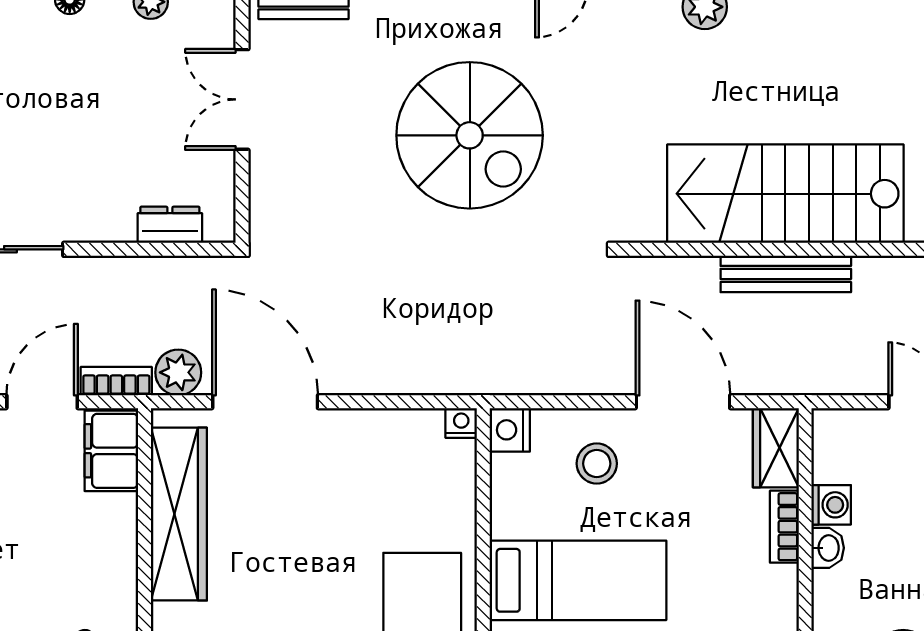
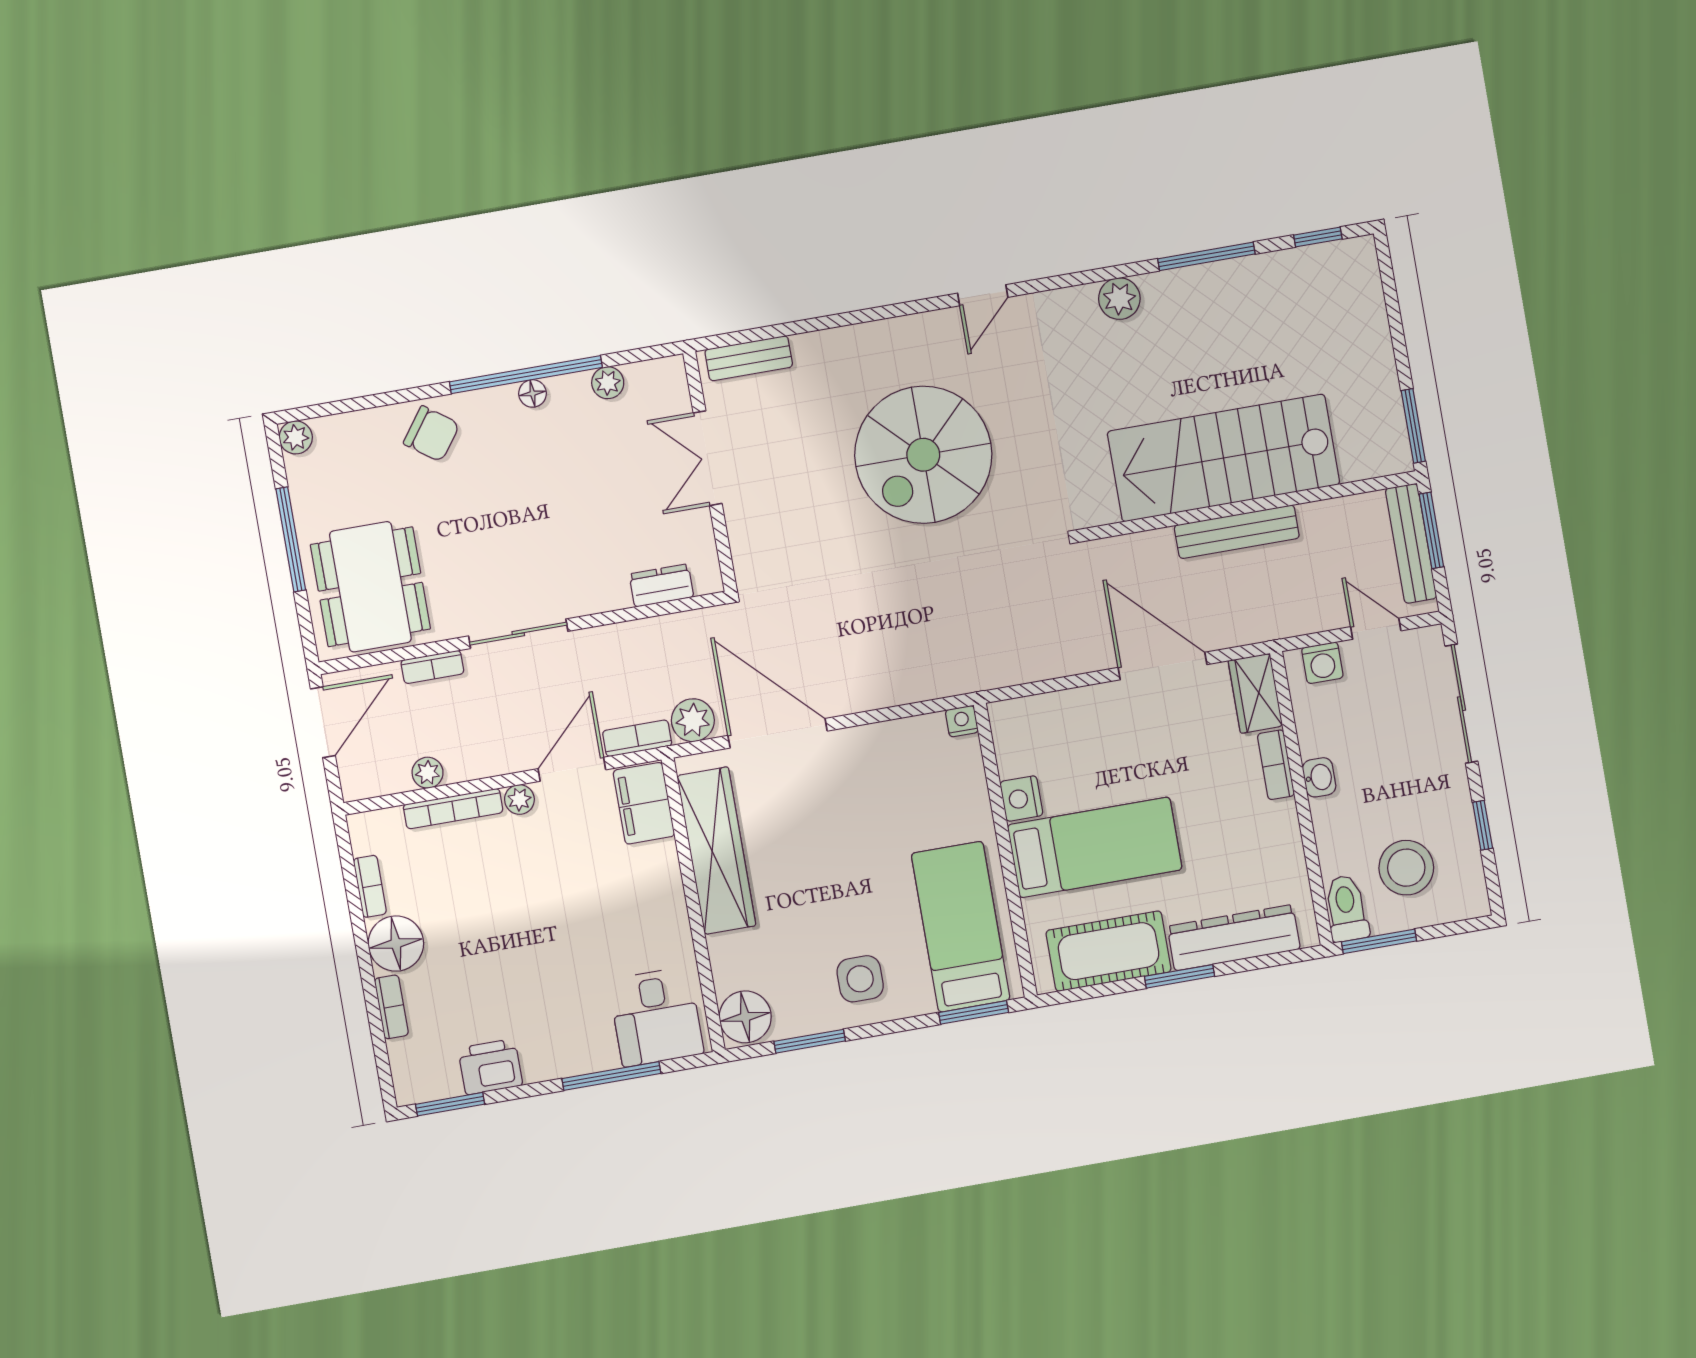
spiral stairs: (470, 135) -> (923, 455), turned 90
nightstand: (510, 430) -> (1021, 799), moved
stool: (597, 464) -> (1093, 737), removed
washing machine: (831, 505) -> (1322, 663), moved, turned 90

